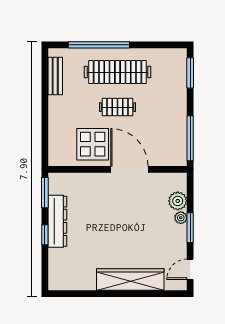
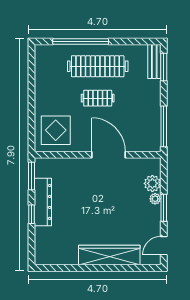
bench: (55, 76) -> (154, 62), moved
display table: (93, 144) -> (56, 130), moved

